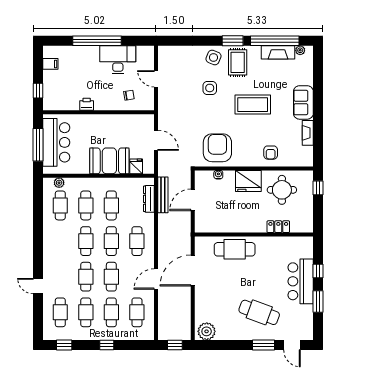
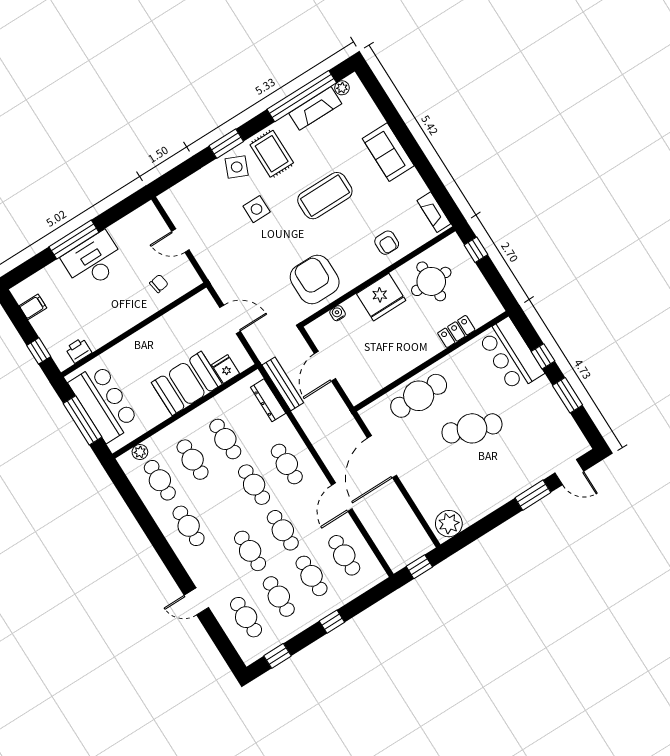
window: (97, 41) -> (74, 239), width x0.68
window: (233, 41) -> (226, 144), moved
desk: (118, 60) -> (93, 261), moved
printer: (87, 104) -> (79, 350), moved
fireplace: (308, 133) -> (434, 212), moved
cafe table: (86, 241) -> (189, 526), moved
bar counter: (301, 281) -> (511, 355), moved
cafe table: (259, 312) -> (472, 428), moved

